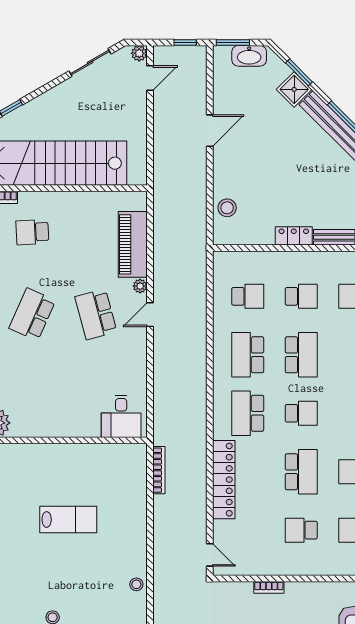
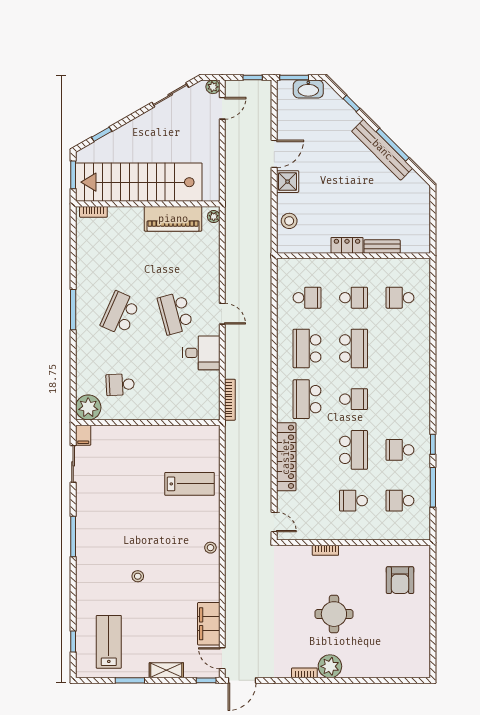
window: (299, 72) -> (352, 103), width x0.67
shower: (294, 89) -> (288, 182), moved, turned 45
school desk: (32, 232) -> (120, 385), moved
piano: (133, 244) -> (173, 219), moved, turned -90
plant: (140, 286) -> (214, 217), moved
door: (150, 315) -> (222, 314), swing flipped
desk: (121, 416) -> (201, 353), moved, turned -90
bookcase: (159, 470) -> (230, 400), moved
lab bench: (68, 519) -> (190, 484), moved

